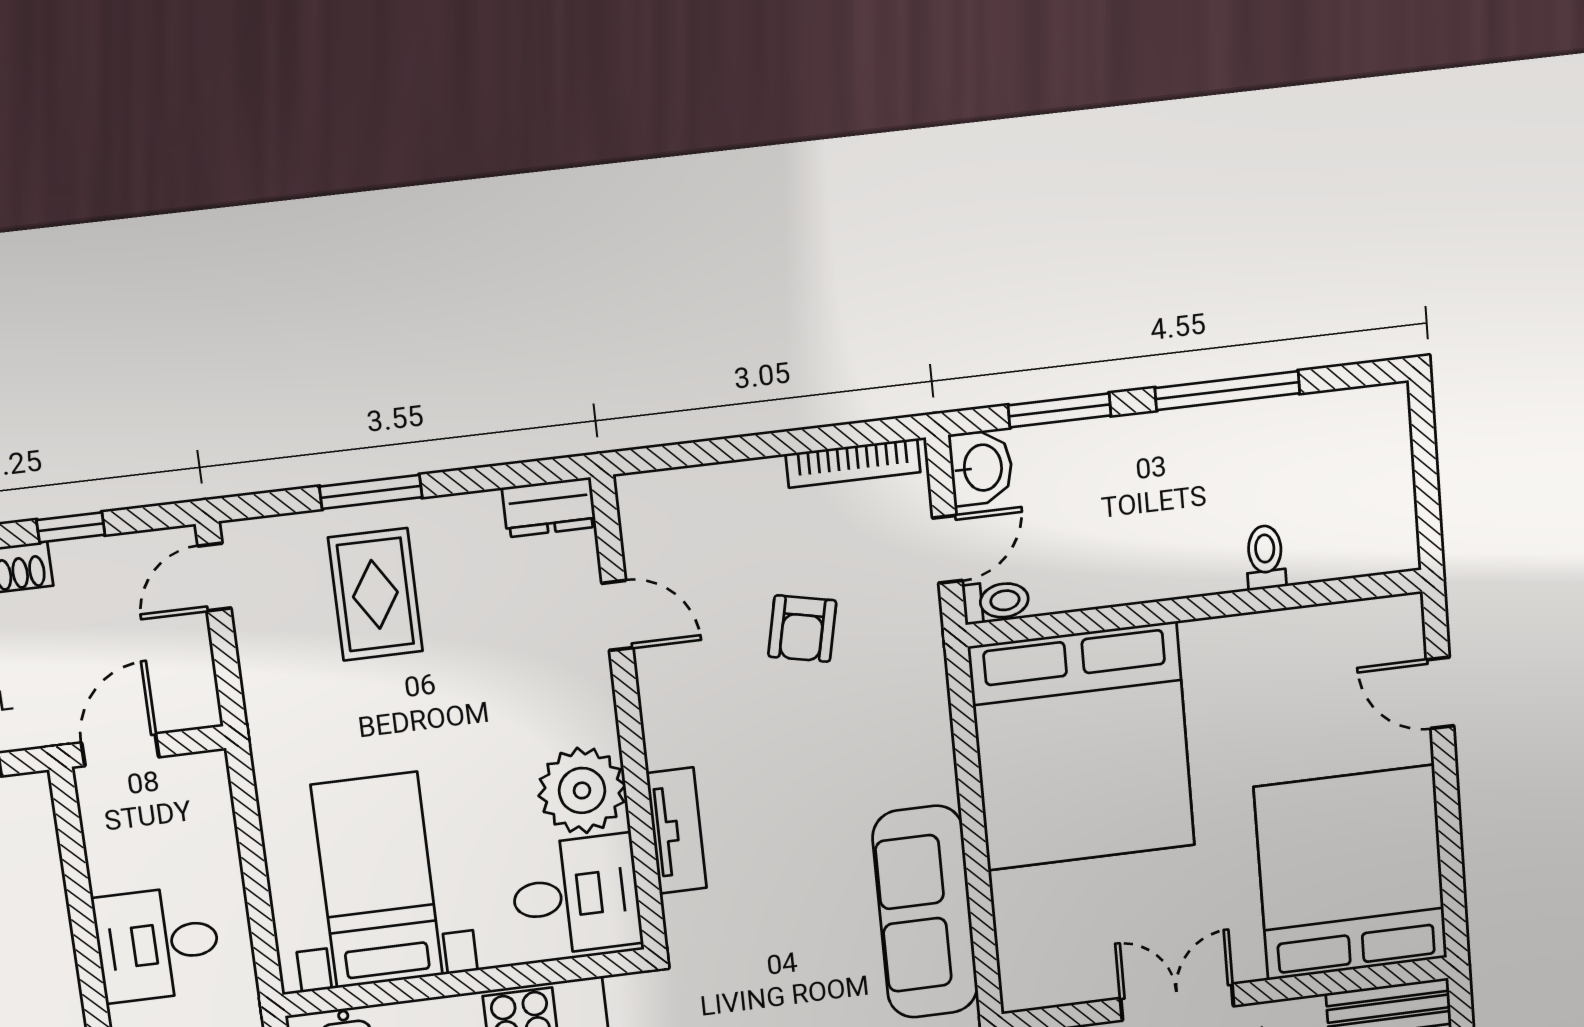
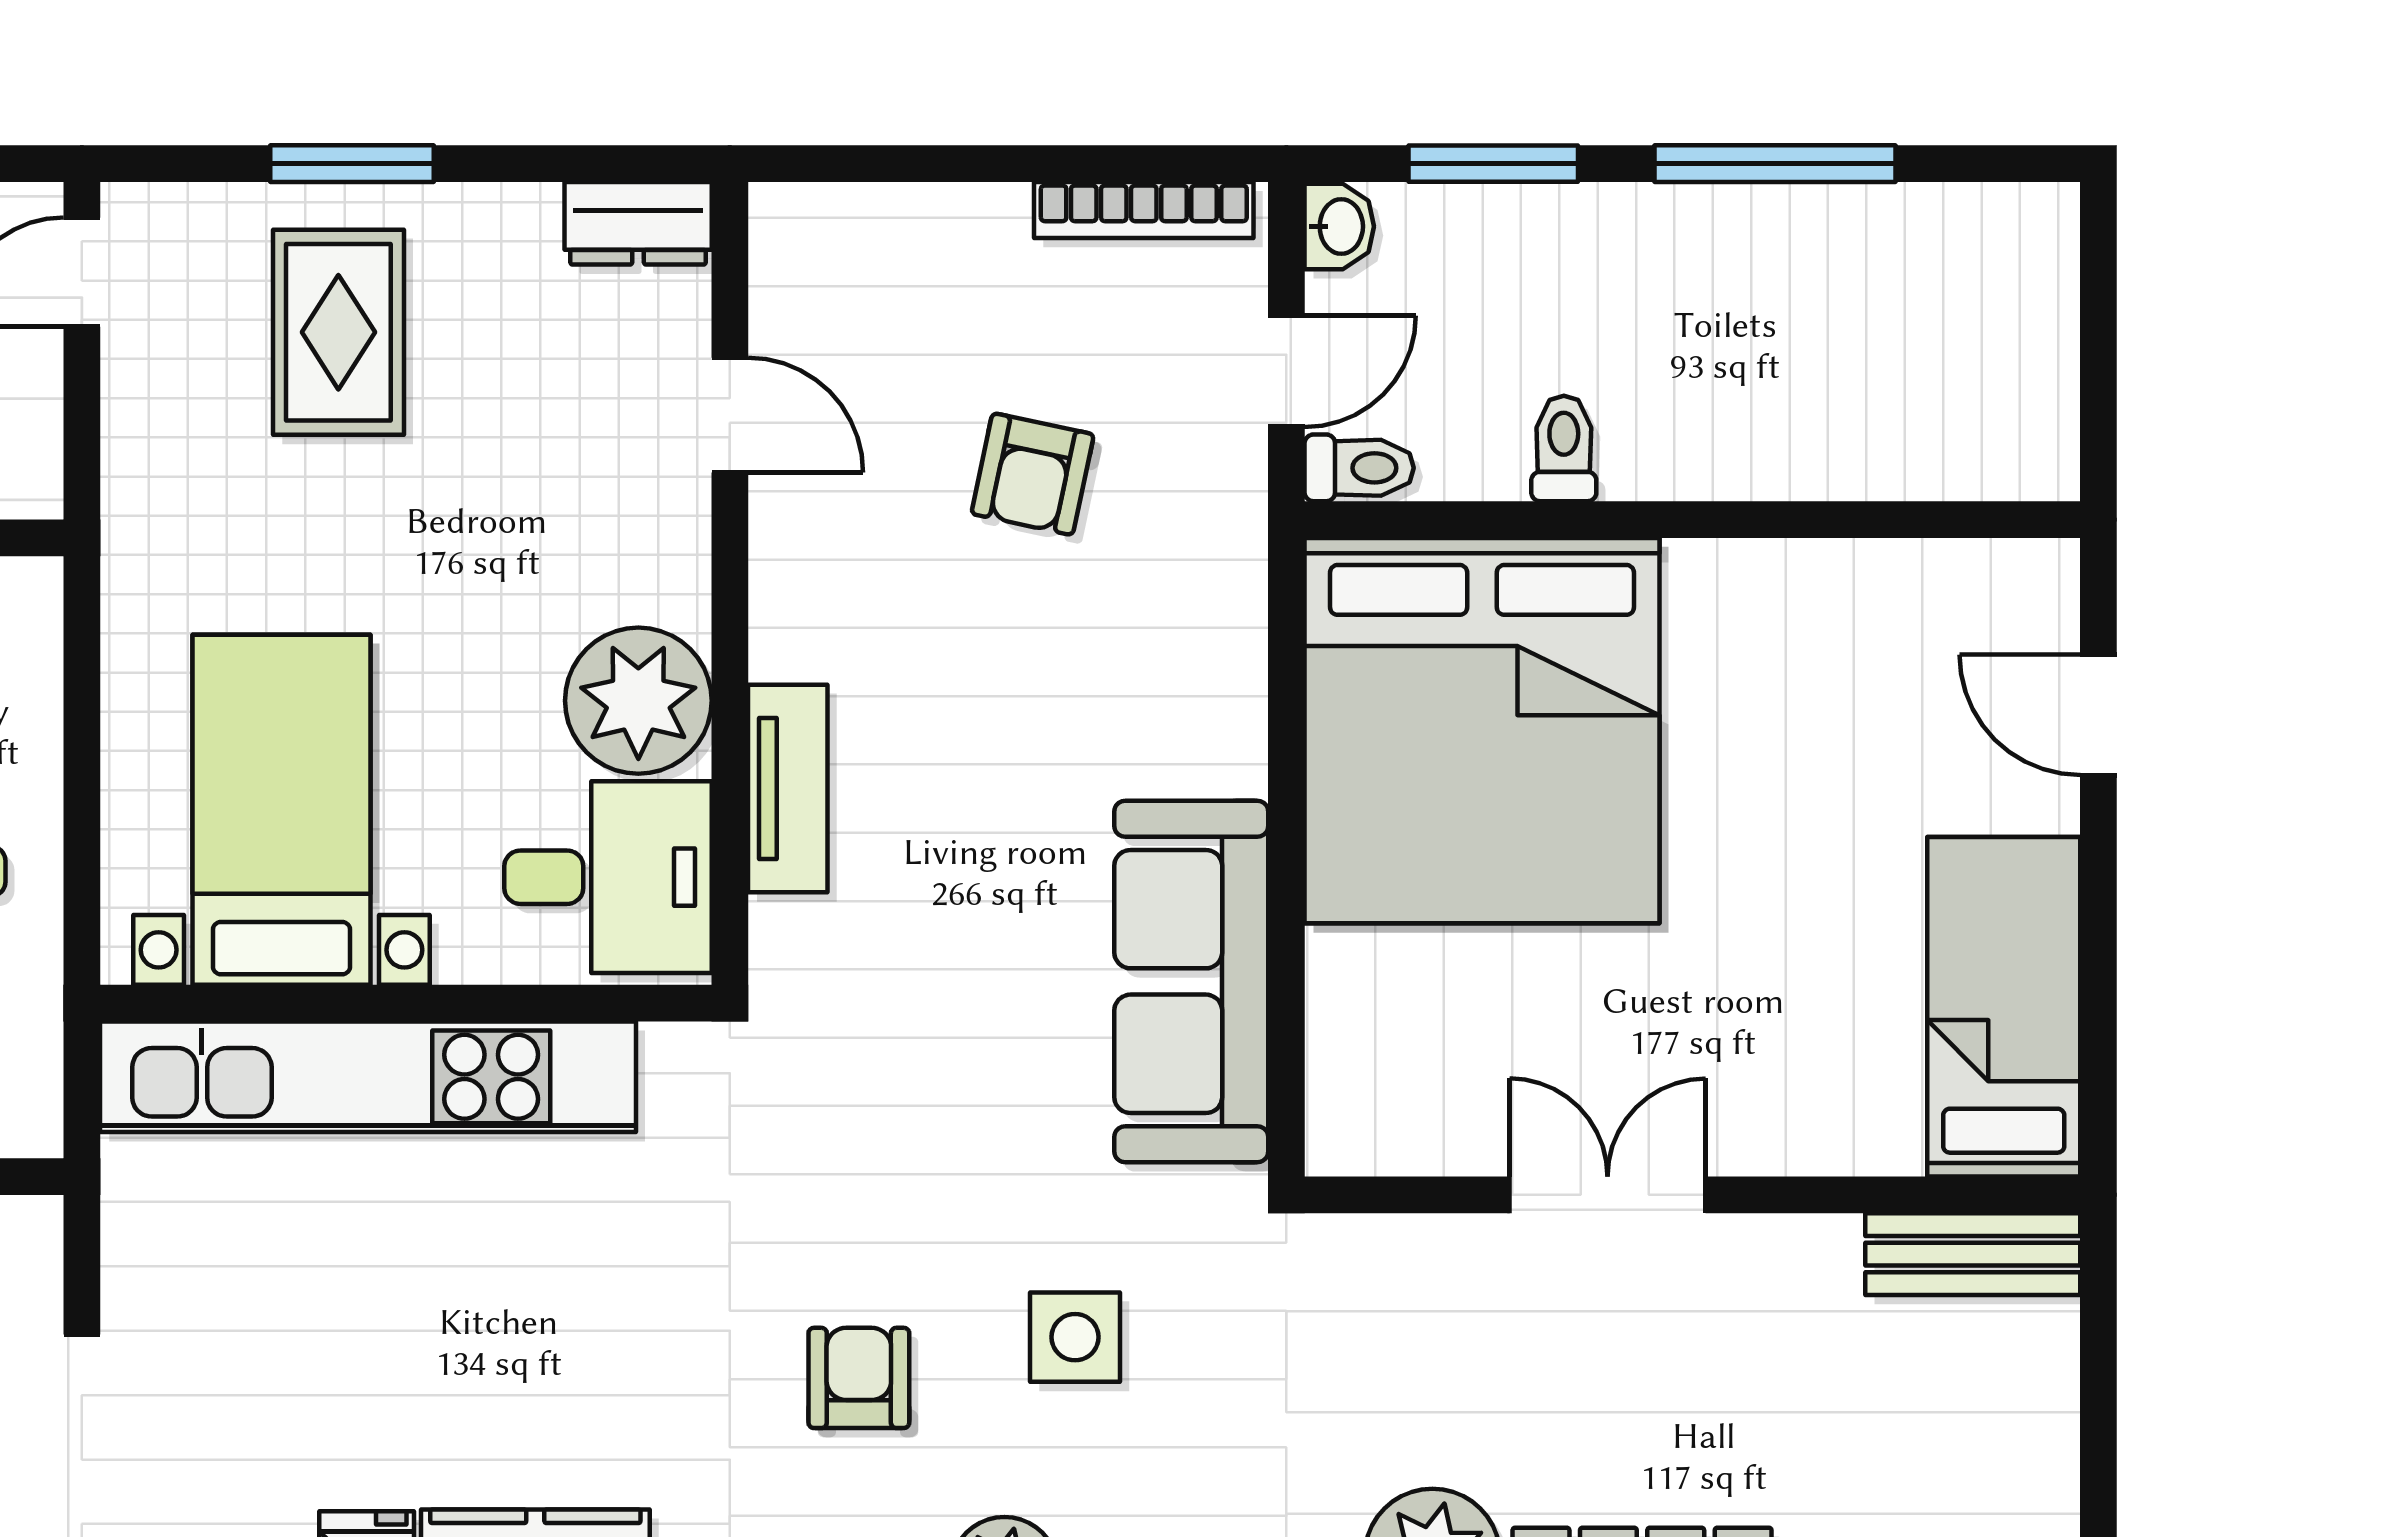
washbasin: (981, 468) -> (1339, 226), width x0.72, depth x0.69
toilet: (1265, 557) -> (1564, 449), moved
bed: (1351, 873) -> (2004, 1007), width x0.49

